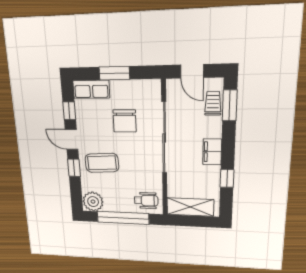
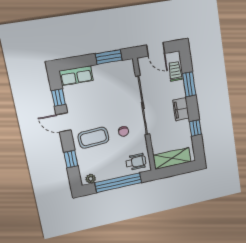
window: (114, 73) -> (109, 57), moved
window: (230, 106) -> (189, 84), moved
chair: (125, 121) -> (124, 131), moved, width x0.54, depth x0.54
window: (74, 168) -> (71, 159), moved
plant: (93, 202) -> (91, 179), width x0.53, depth x0.53

